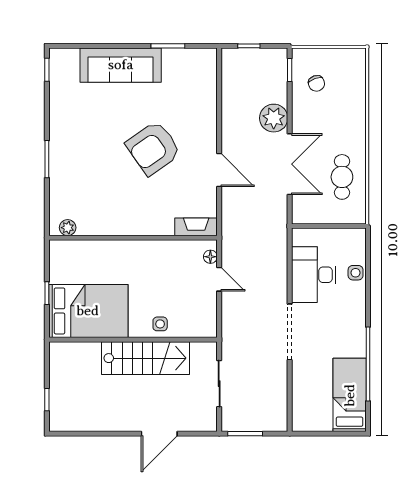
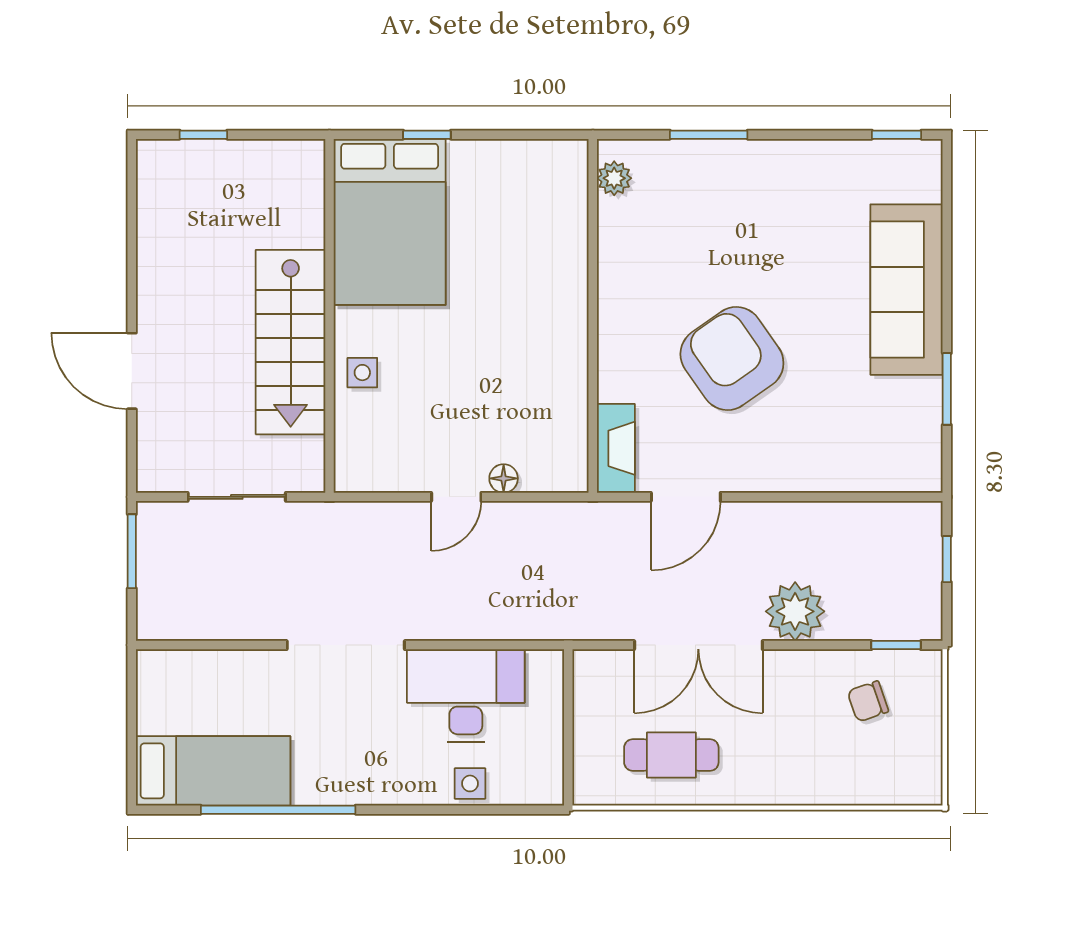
fireplace: (196, 227) -> (616, 448), moved
plant: (68, 228) -> (614, 178), moved
wall: (133, 238) -> (593, 316), moved

